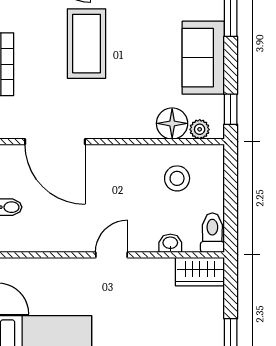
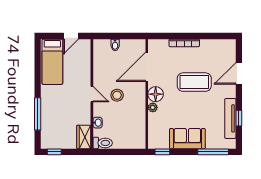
floor lamp: (172, 123) -> (156, 94), moved
plant: (200, 129) -> (153, 107), moved
stool: (177, 178) -> (117, 95), moved

